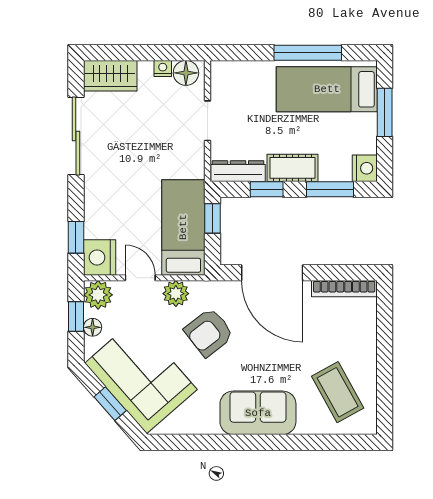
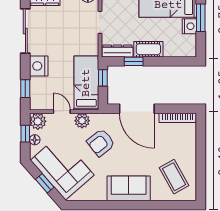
nightstand: (365, 168) -> (189, 26), moved
window: (330, 189) -> (170, 61), removed
nightstand: (100, 257) -> (39, 66), moved

